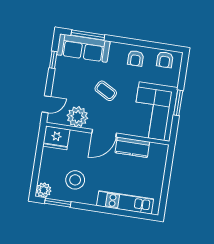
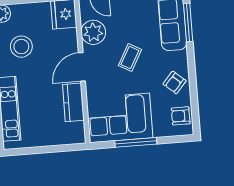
armchair: (136, 58) -> (175, 82), turned -49
window: (178, 103) -> (136, 142), width x1.44
door: (104, 133) -> (82, 67), hinge flipped

